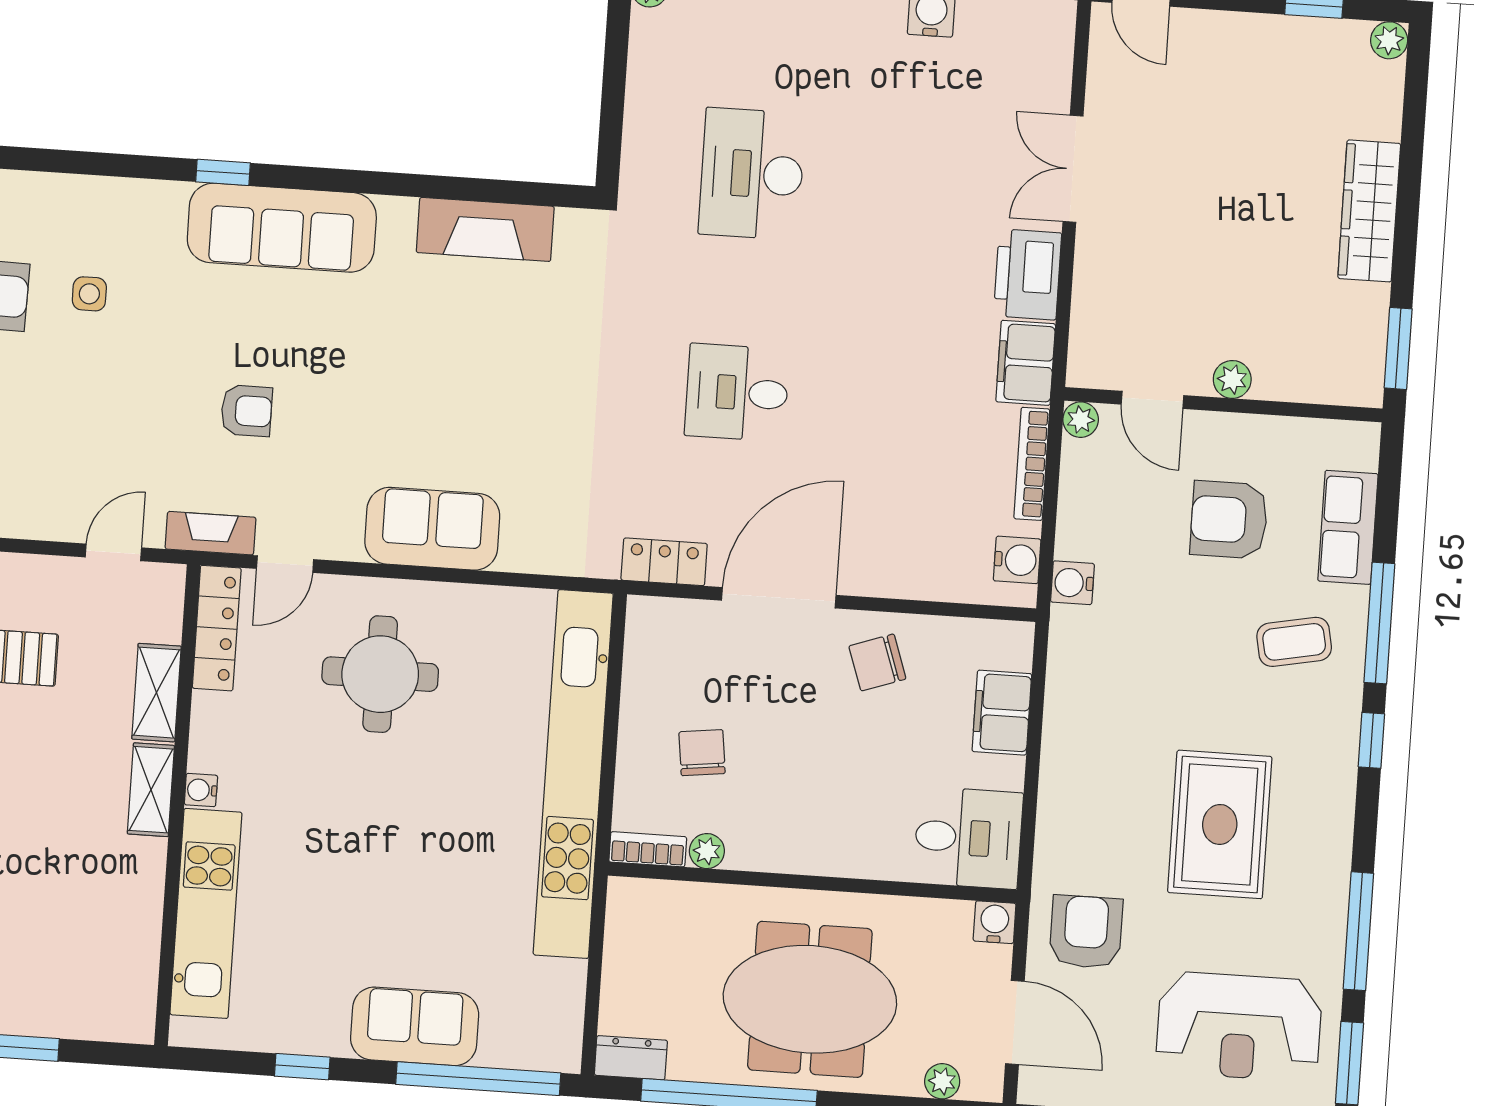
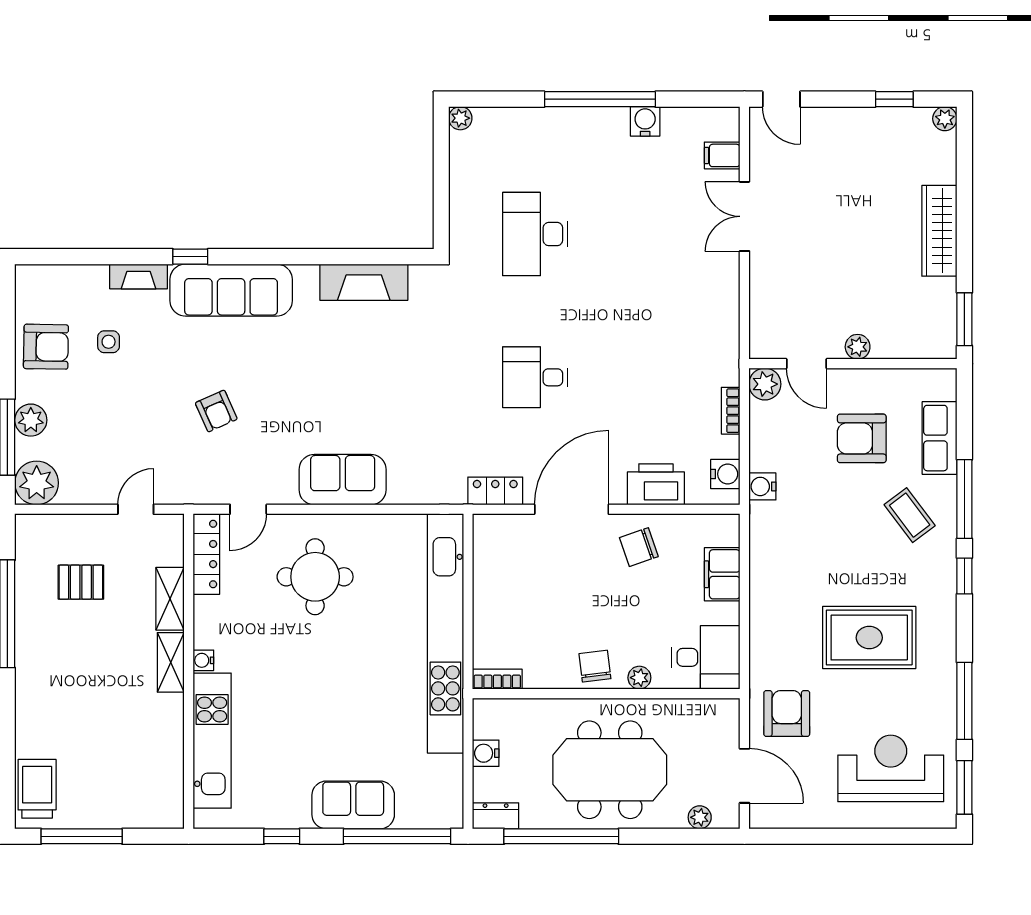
printer: (1028, 274) -> (656, 484), moved, turned 90
filing cabinet: (1026, 363) -> (722, 155), moved, width x0.50
armchair: (247, 411) -> (216, 411), turned 66
plant: (1081, 420) -> (765, 384), width x1.38, depth x1.38
bookcase: (1032, 464) -> (731, 411), width x0.64
fireplace: (211, 533) -> (139, 276), moved, turned 180
coffee table: (1294, 642) -> (910, 515), turned 64
chair: (702, 753) -> (595, 666), moved
rug: (1220, 824) -> (869, 638), turned 90
plant: (707, 851) -> (639, 678), moved
water cooler: (995, 922) -> (486, 753), moved, turned -90
reception desk: (1239, 1026) -> (891, 768), turned 180

